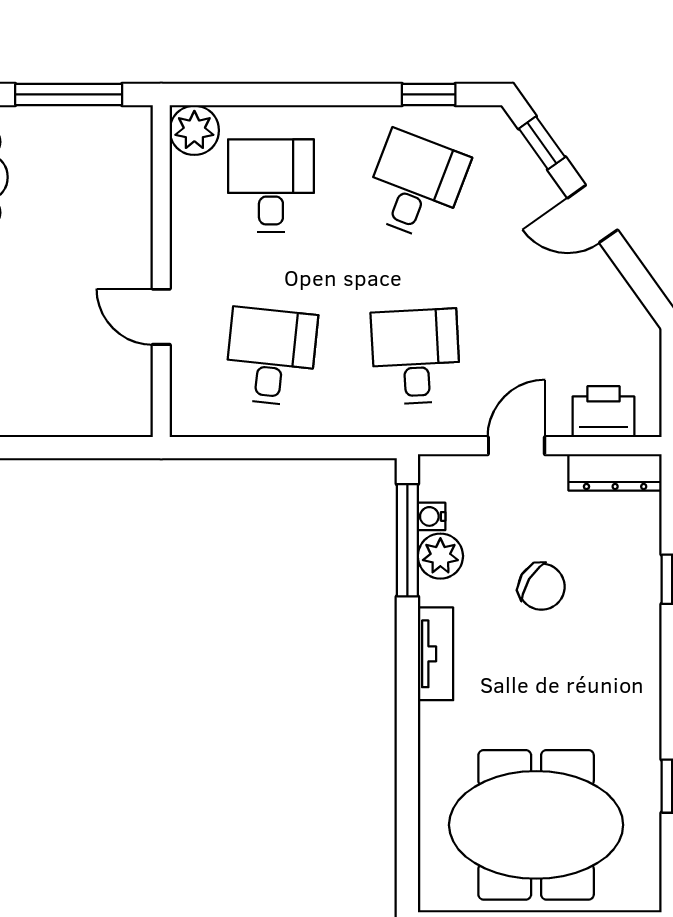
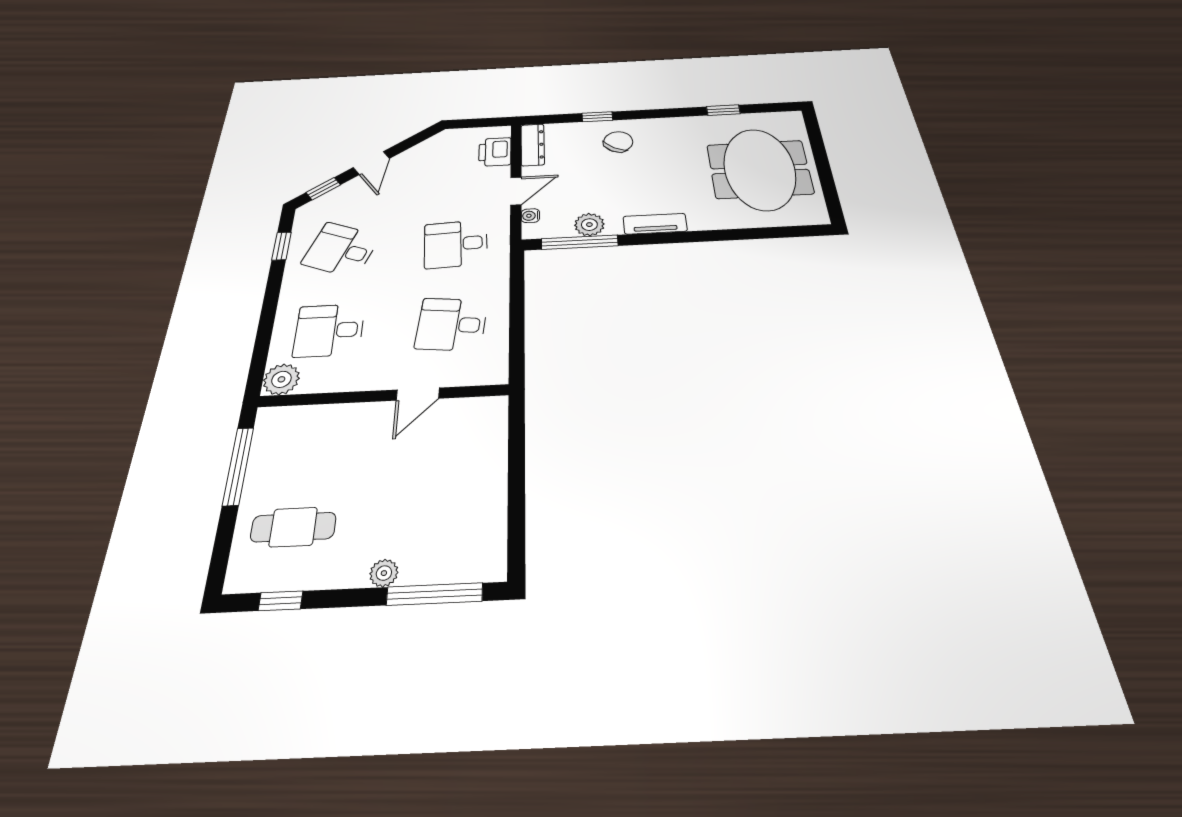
door: (516, 446) -> (516, 191), swing flipped
water cooler: (432, 516) -> (530, 216), moved, turned 90
chair: (542, 587) -> (618, 142), moved

